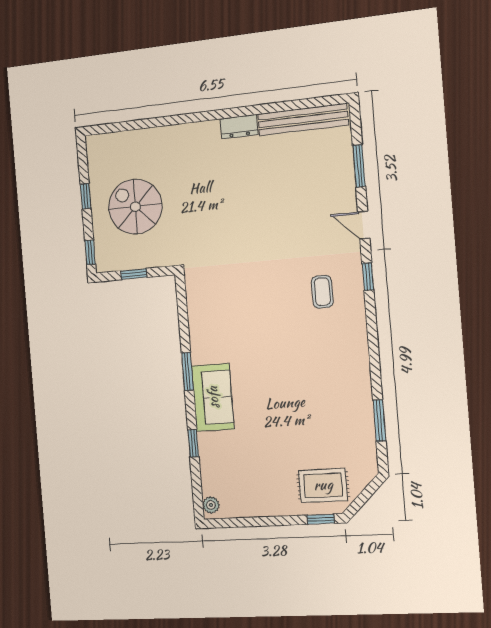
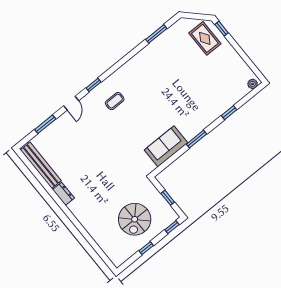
sofa: (213, 397) -> (166, 146), moved

